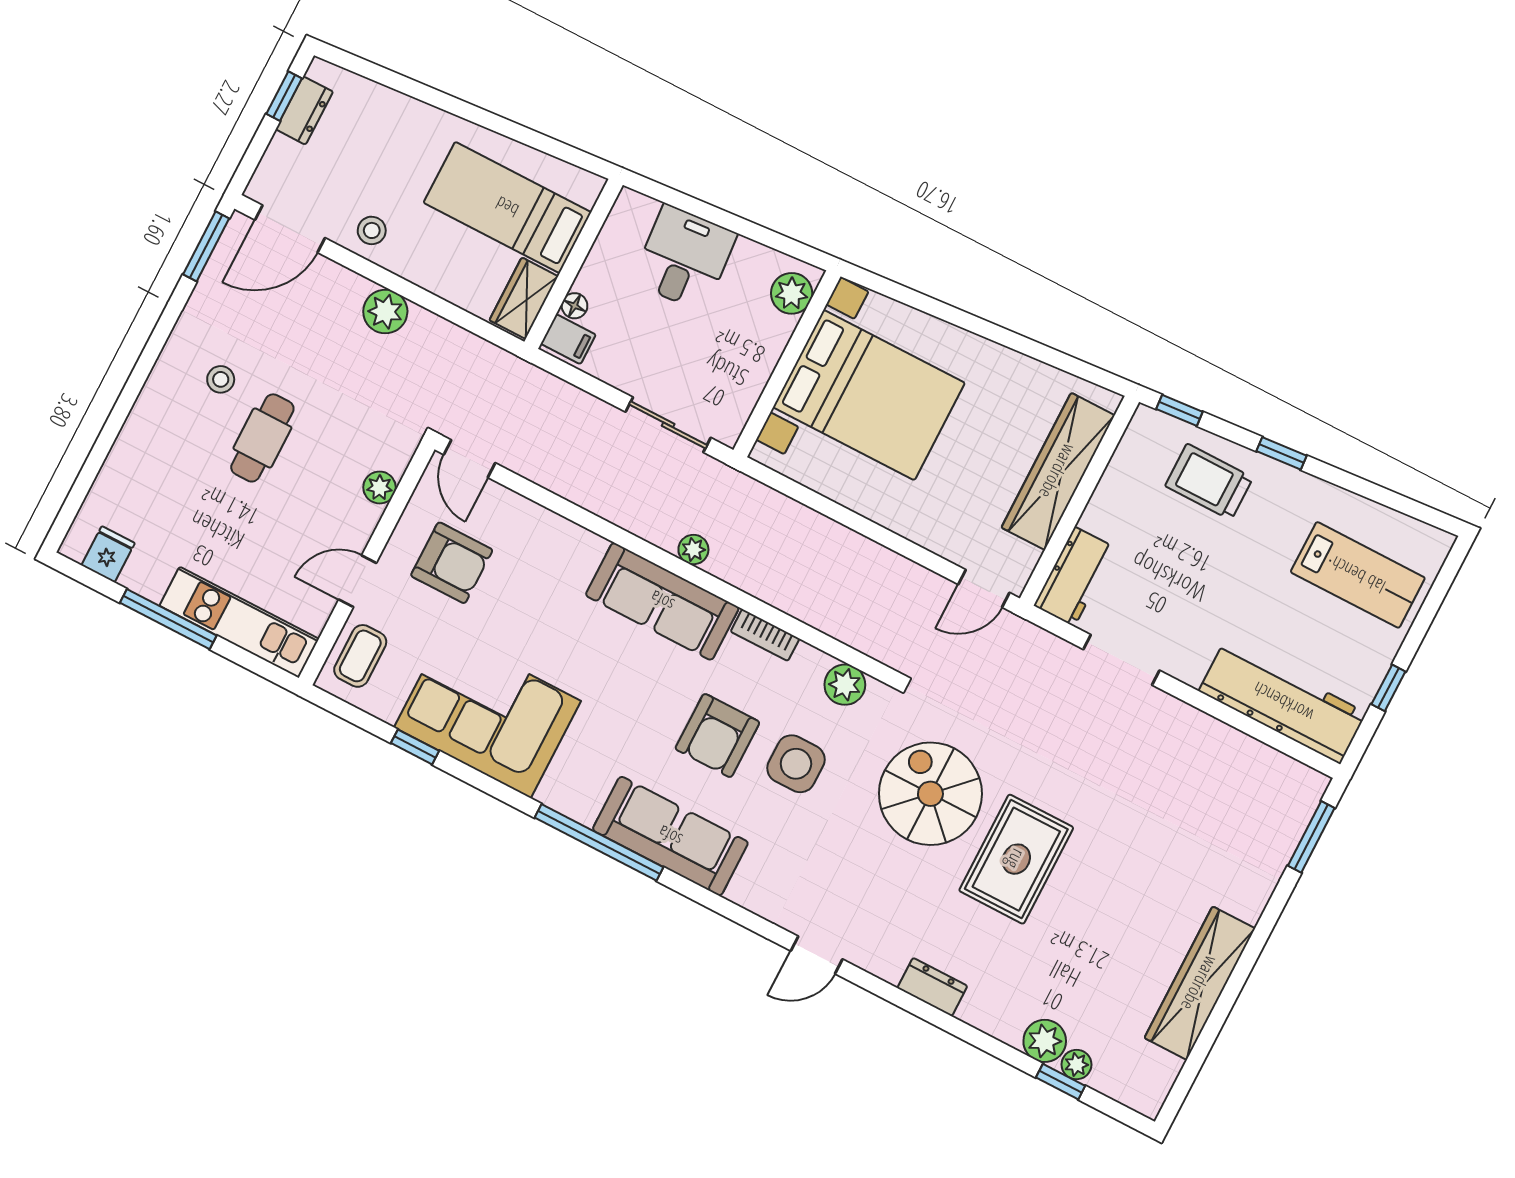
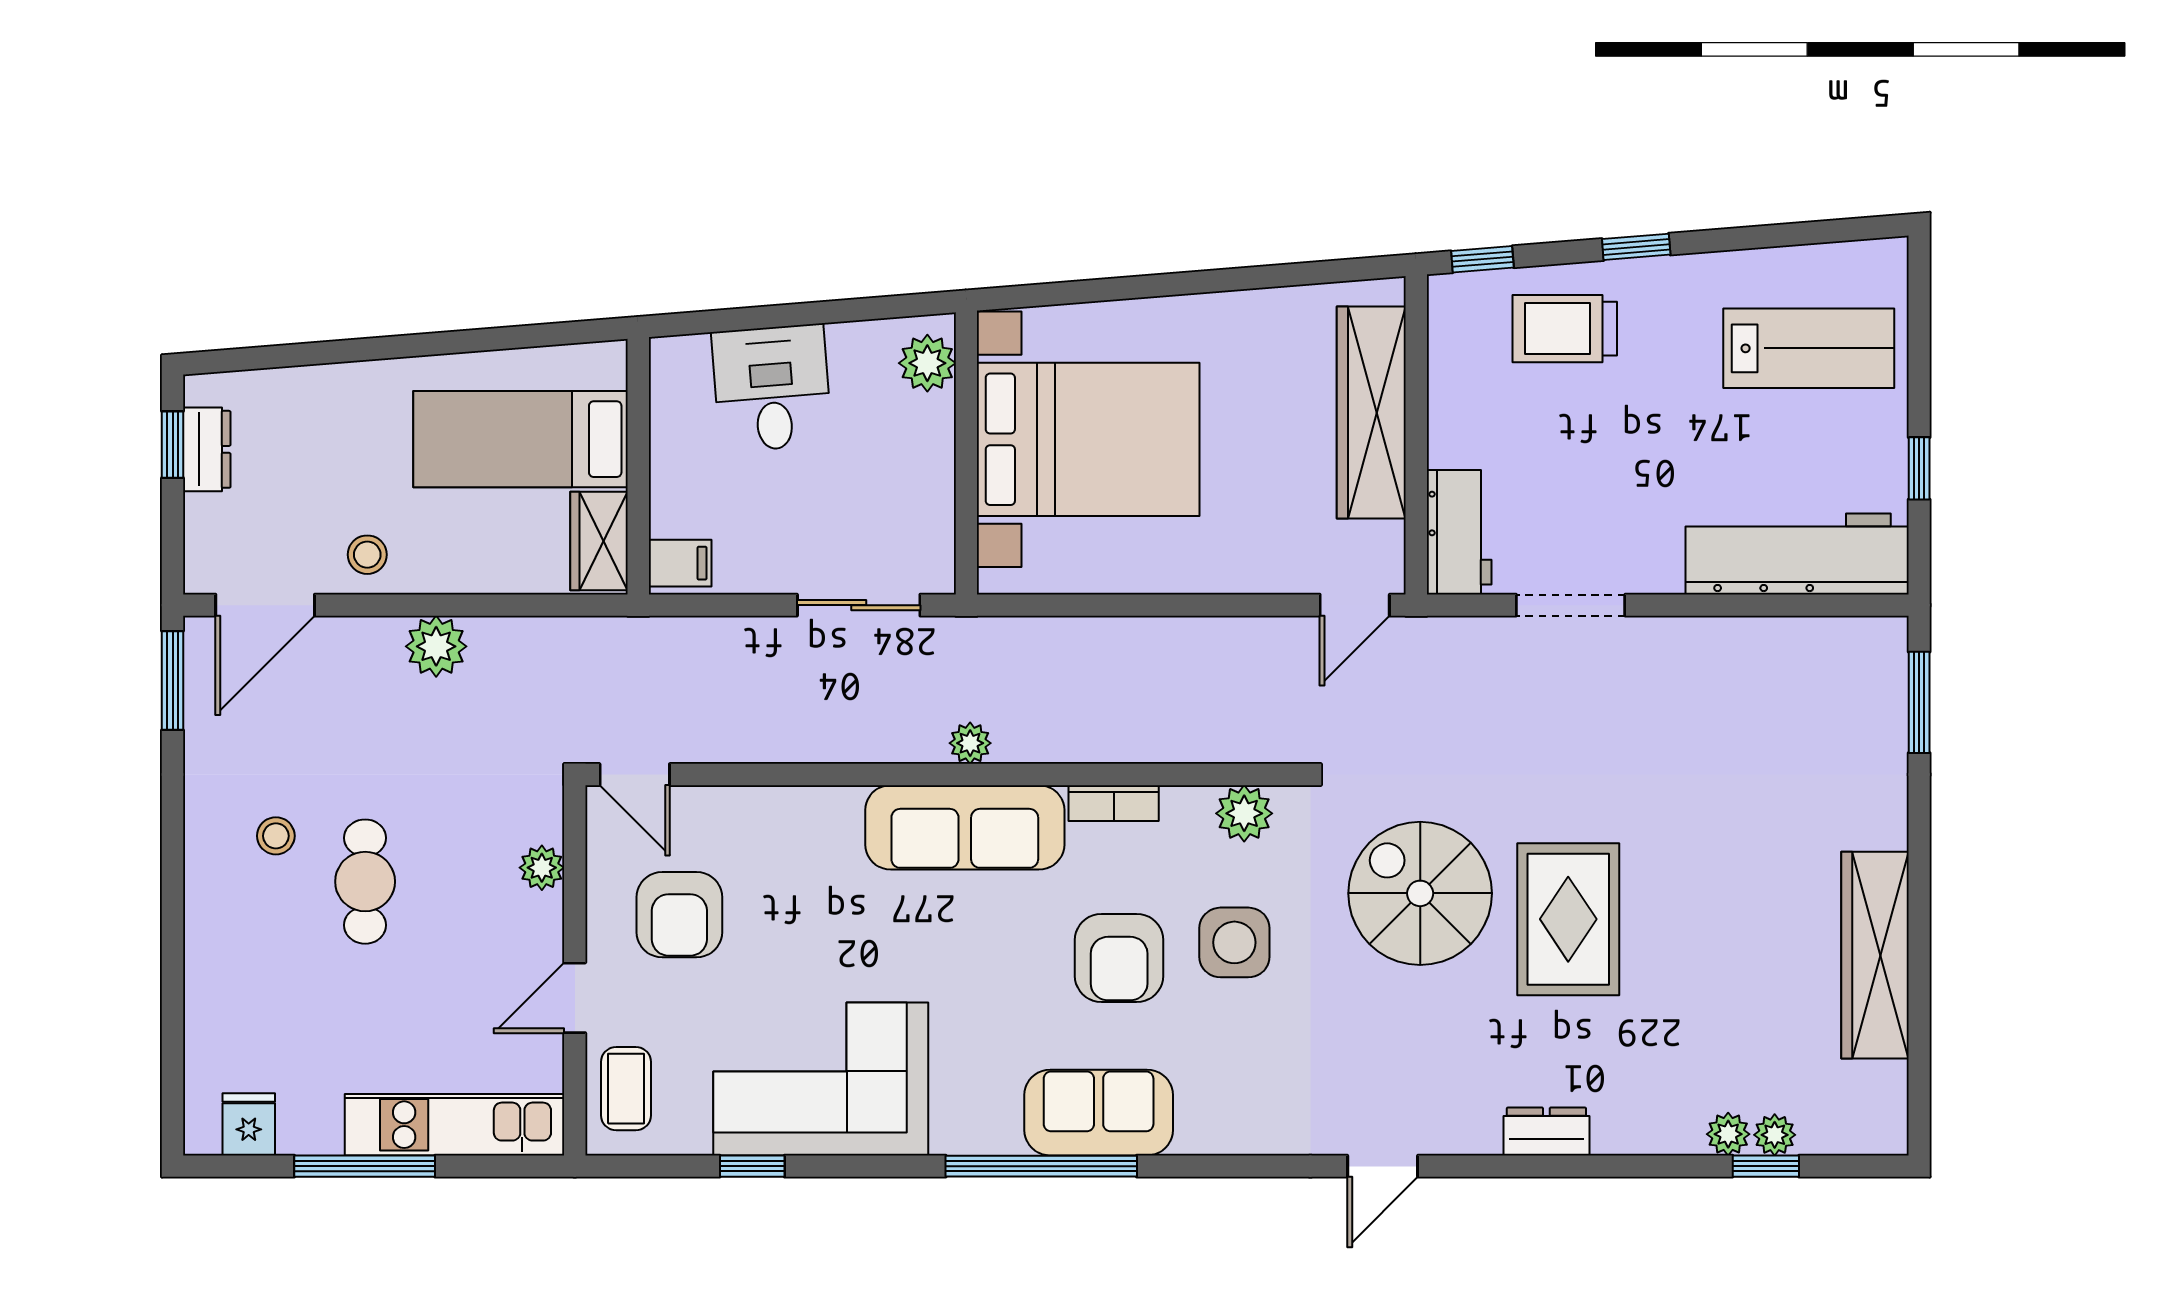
floor lamp: (575, 306) -> (667, 518), removed
armchair: (452, 563) -> (679, 915), turned 90
sofa: (670, 836) -> (1099, 1113), width x0.73
plant: (1045, 1041) -> (1728, 1134), width x0.73, depth x0.73

